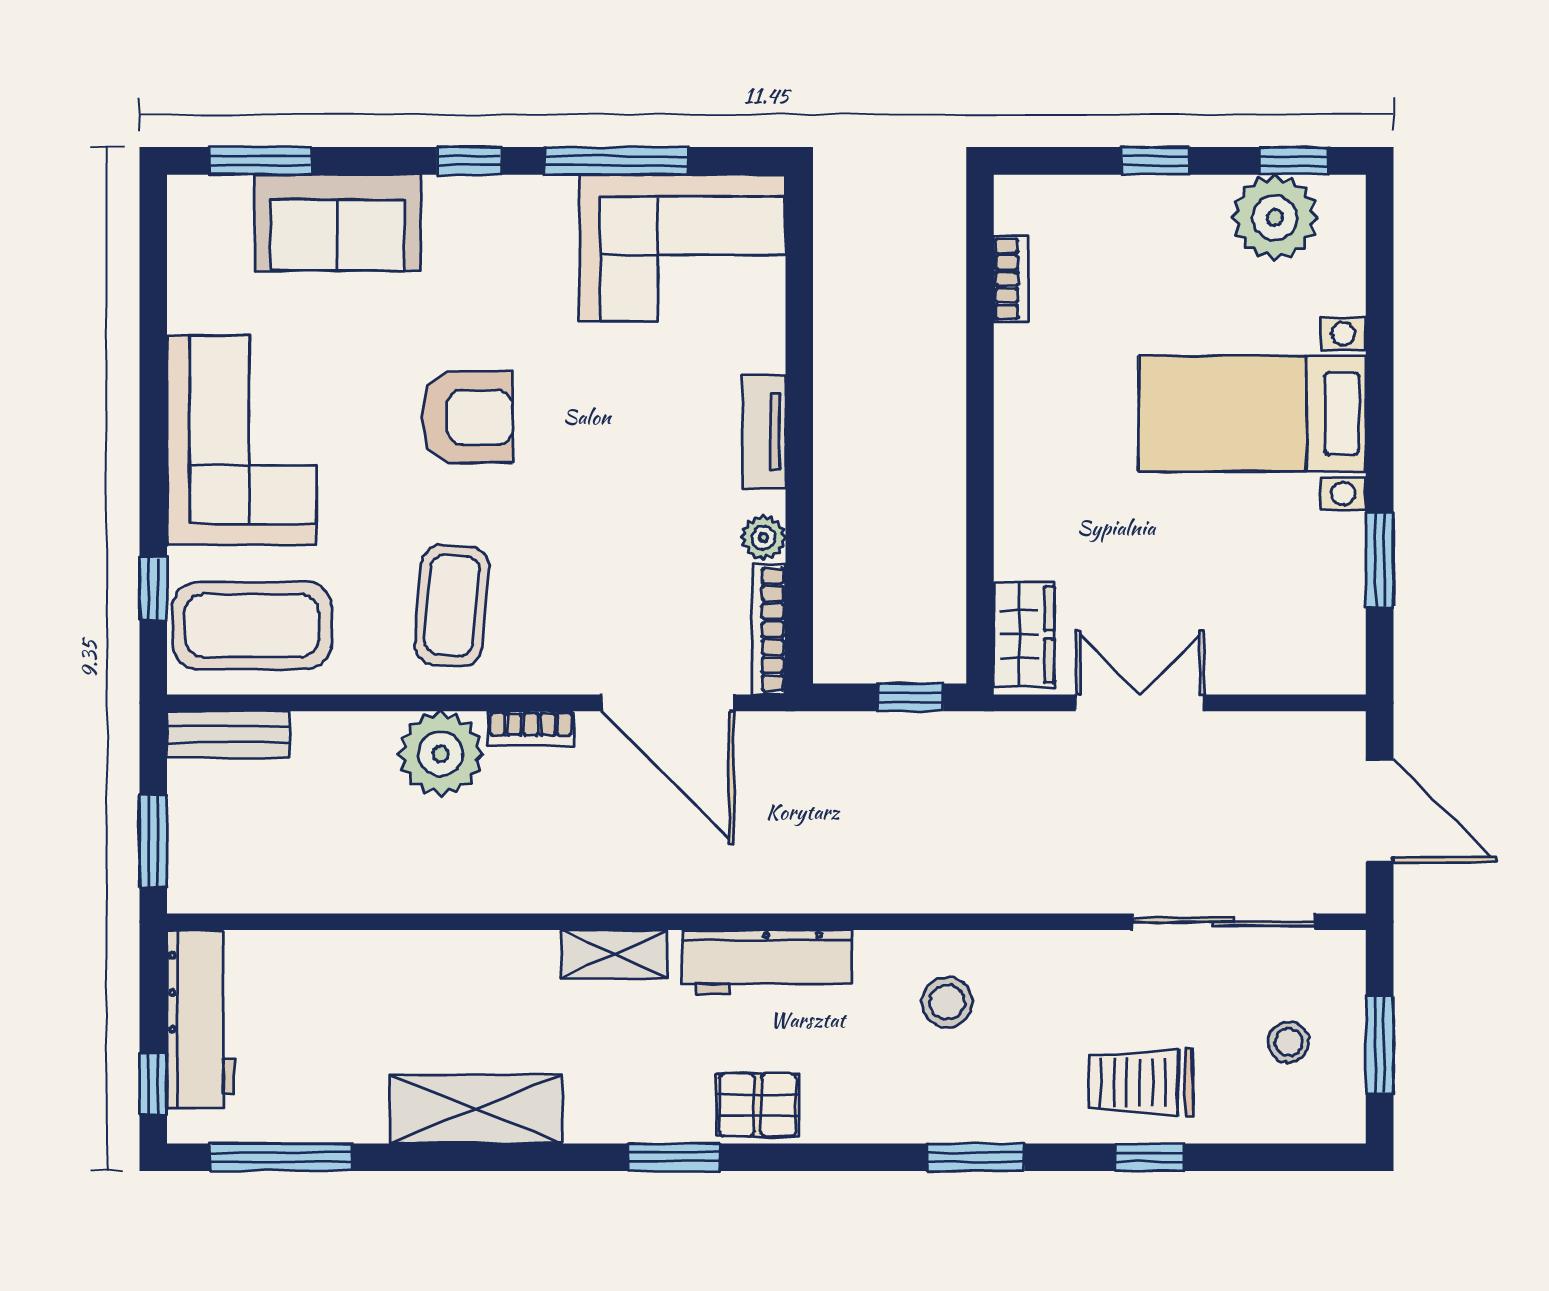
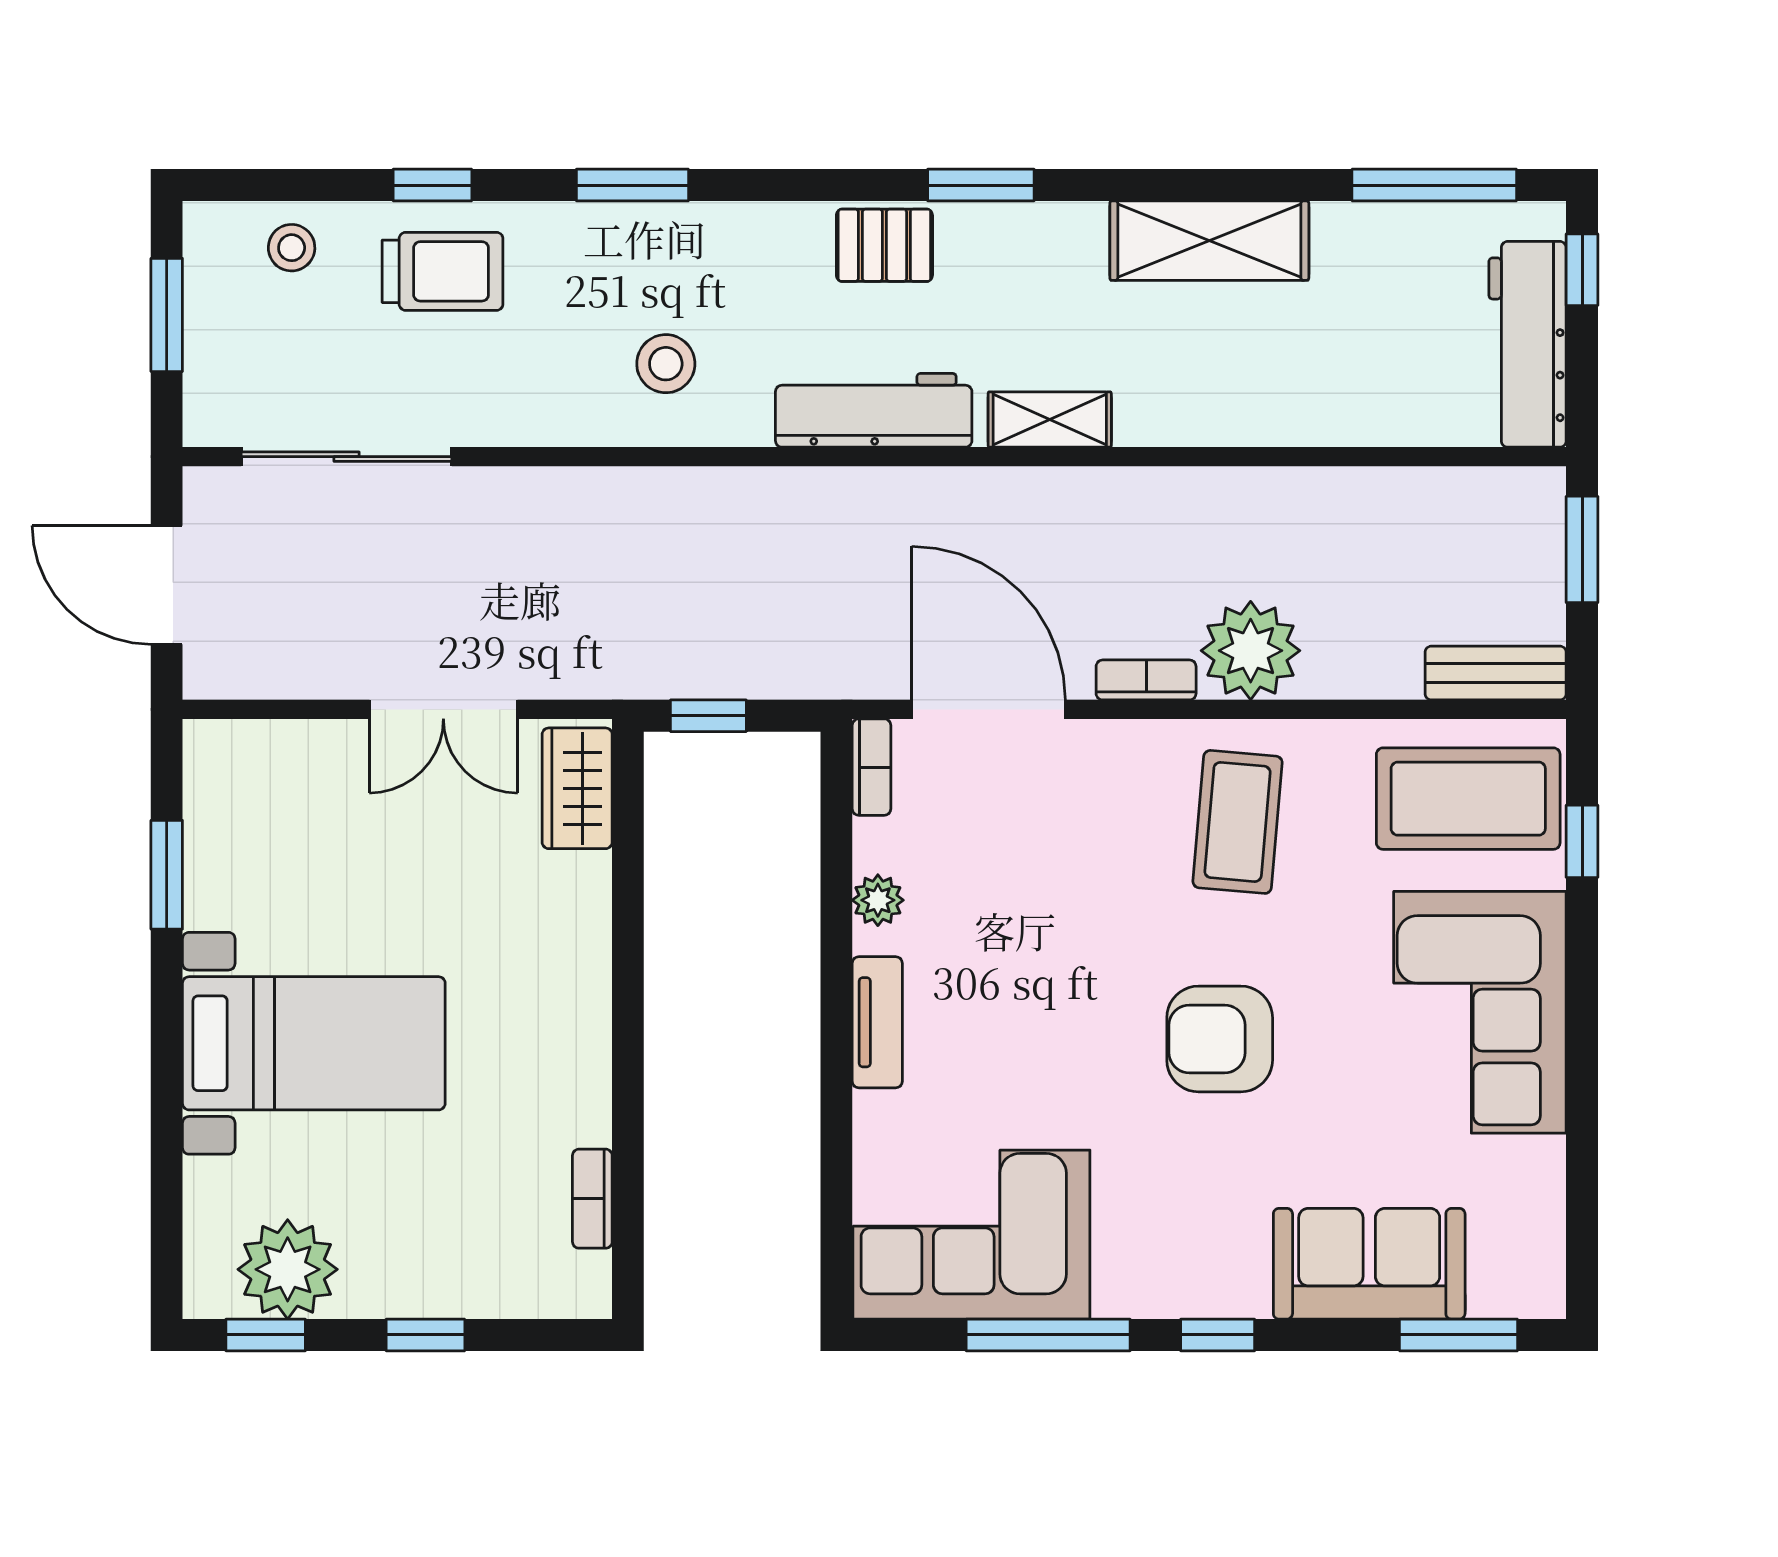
bookcase: (769, 629) -> (872, 767), width x0.64
stool: (1289, 1042) -> (292, 248), moved

